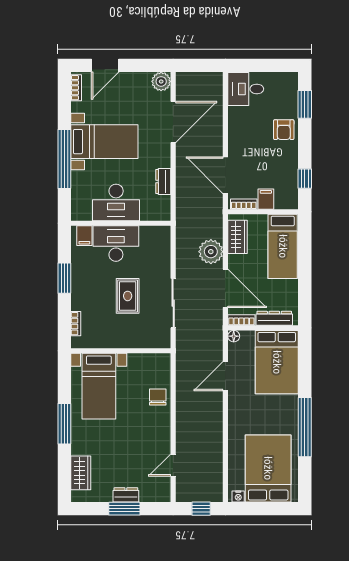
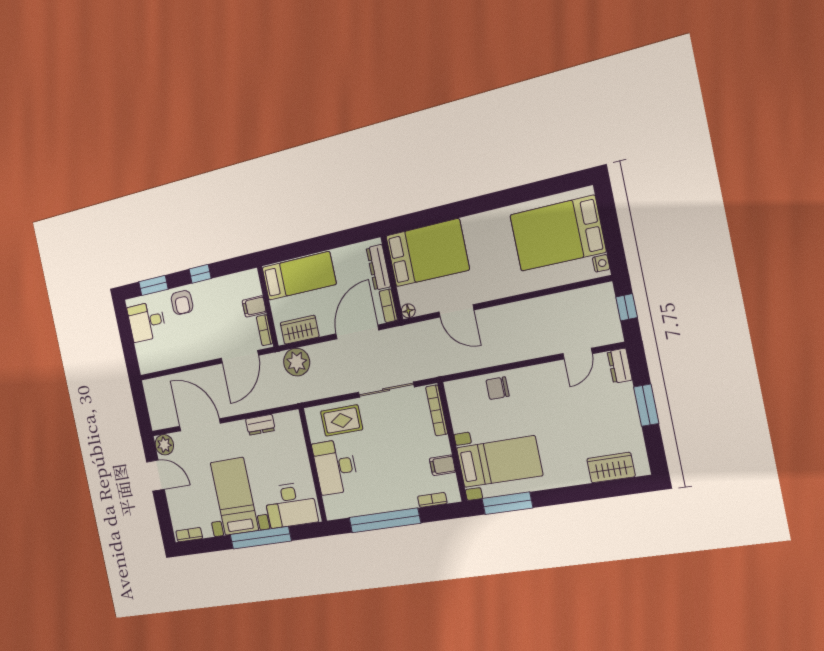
door: (105, 65) -> (155, 476), moved
desk: (246, 89) -> (147, 322), moved, turned 90
armchair: (284, 130) -> (182, 303), turned 90
window: (305, 179) -> (200, 274), moved
desk: (116, 202) -> (291, 505), moved, turned 90
filing cabinet: (84, 236) -> (442, 465), moved, turned 180
plant: (211, 252) -> (297, 362), moved
window: (64, 278) -> (385, 520), width x2.11
rug: (128, 296) -> (342, 420), moved
bookcase: (149, 343) -> (437, 410), added
window: (64, 424) -> (507, 503), moved
window: (305, 427) -> (497, 200), removed
door: (173, 465) -> (578, 354), hinge flipped
dresser: (126, 495) -> (620, 366), moved

